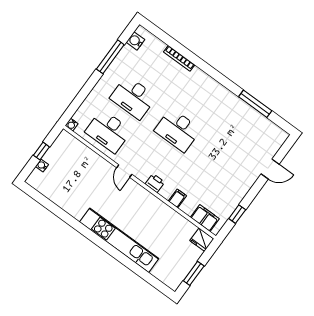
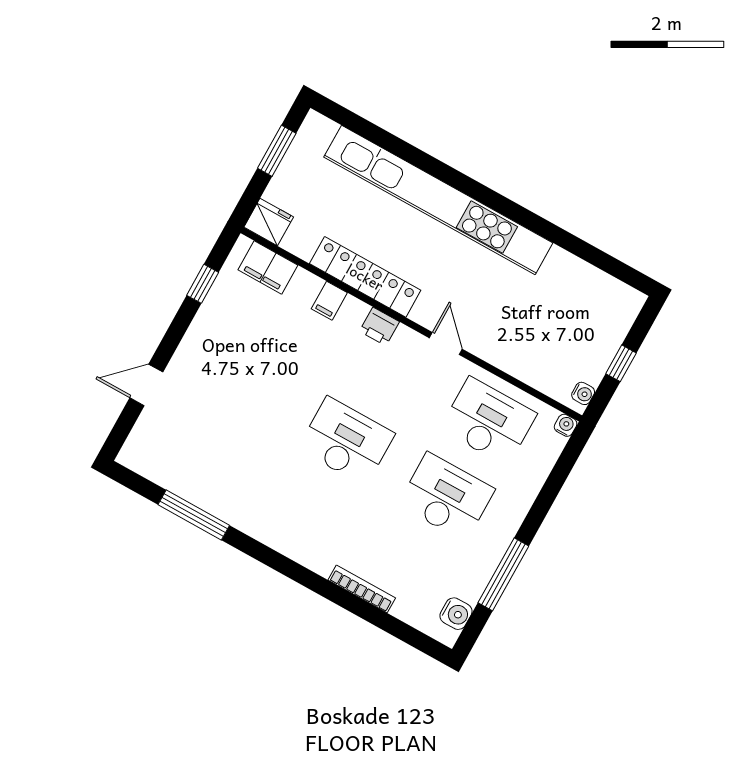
water cooler: (42, 165) -> (583, 393), moved
locker: (159, 208) -> (365, 277), added
kitchen unit: (119, 240) -> (438, 200), width x1.36

